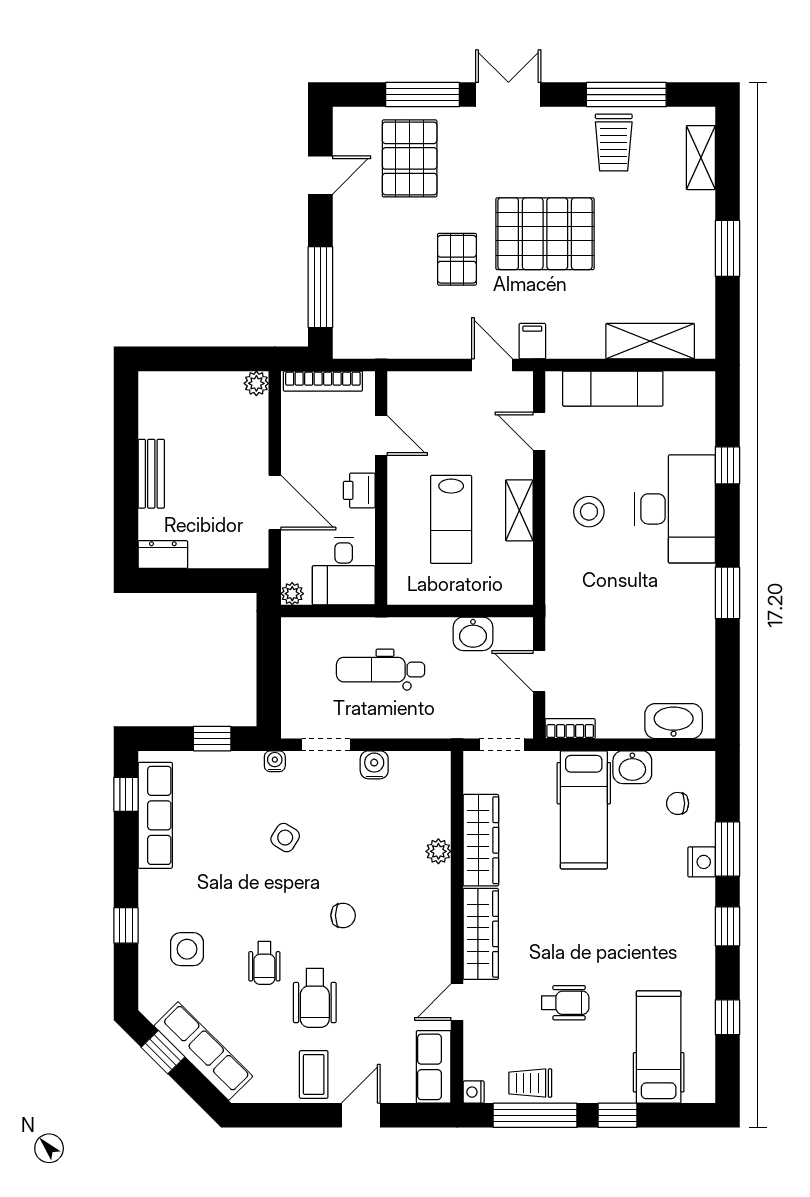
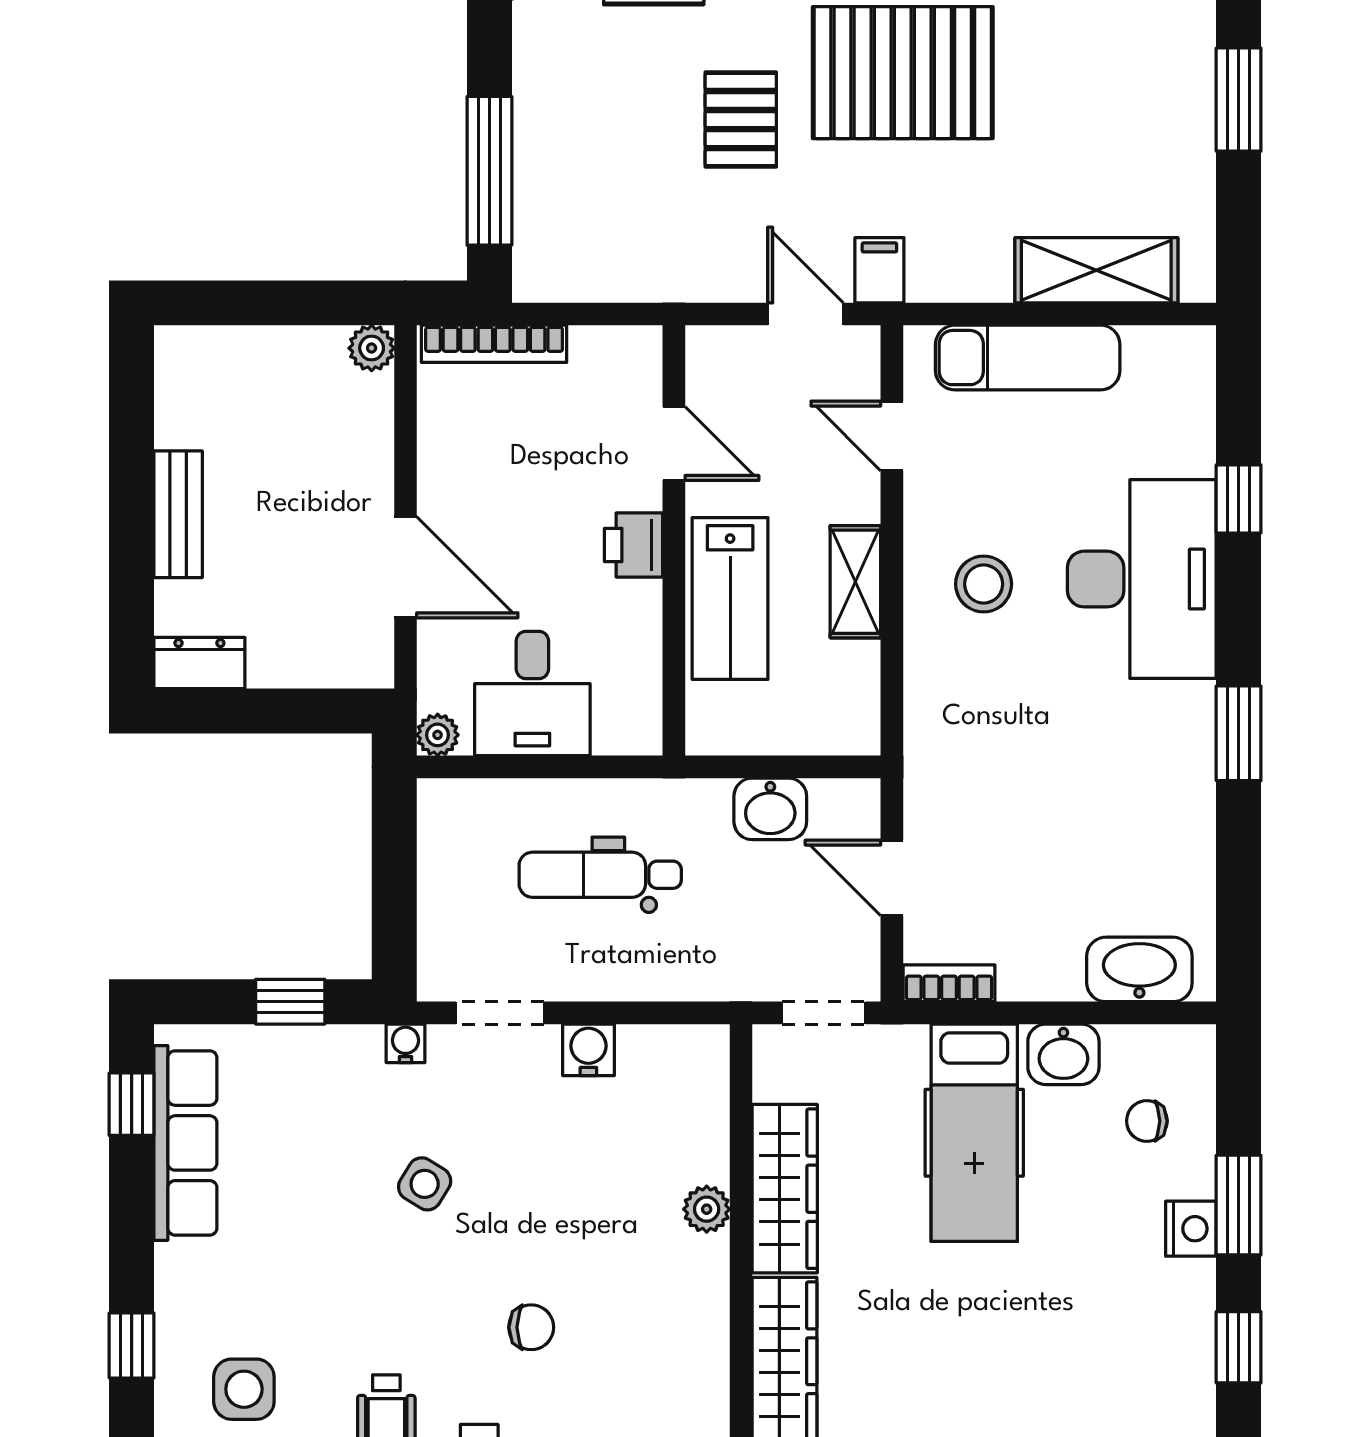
door: (381, 435) -> (674, 444), moved
wall: (381, 488) -> (674, 540), moved
printer: (359, 490) -> (634, 545), moved

